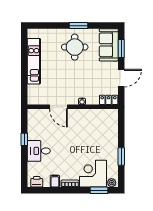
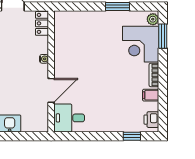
window: (24, 139) -> (132, 136), moved
desk: (39, 151) -> (69, 118), moved, turned 90

